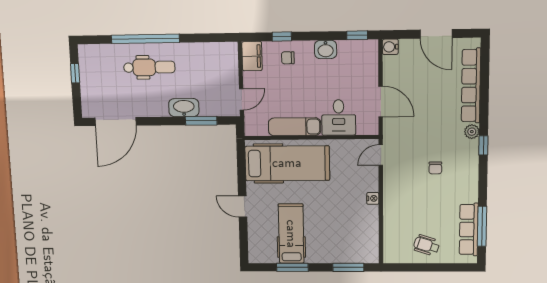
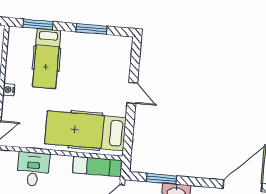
exam couch: (295, 127) -> (97, 166), moved
hospital bed: (291, 234) -> (46, 59), moved

